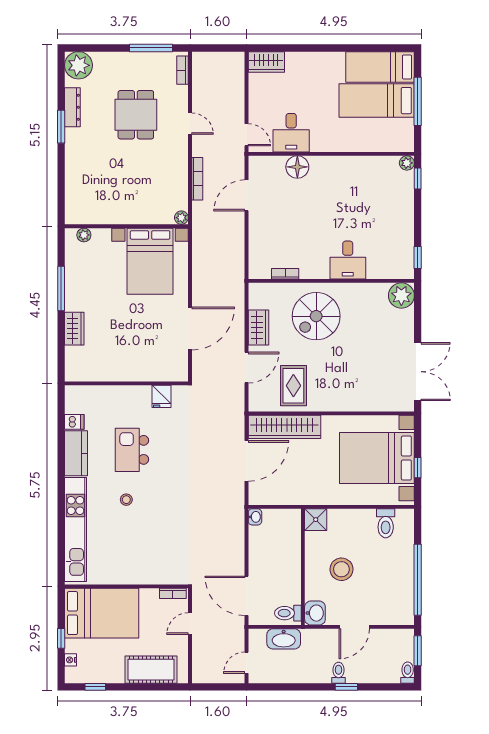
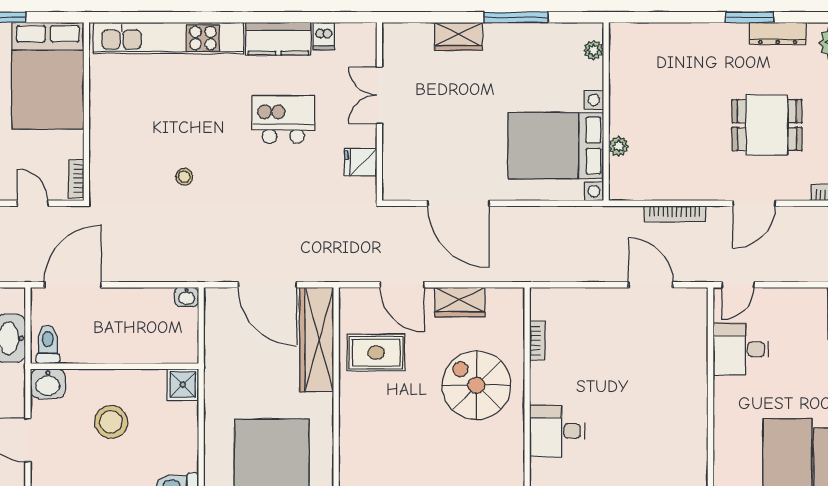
door: (190, 124) -> (754, 203), width x1.38
floor lamp: (297, 167) -> (692, 358), removed
plant: (181, 218) -> (619, 146), moved
double door: (115, 383) -> (379, 95), added
stool: (126, 500) -> (184, 177), moved

